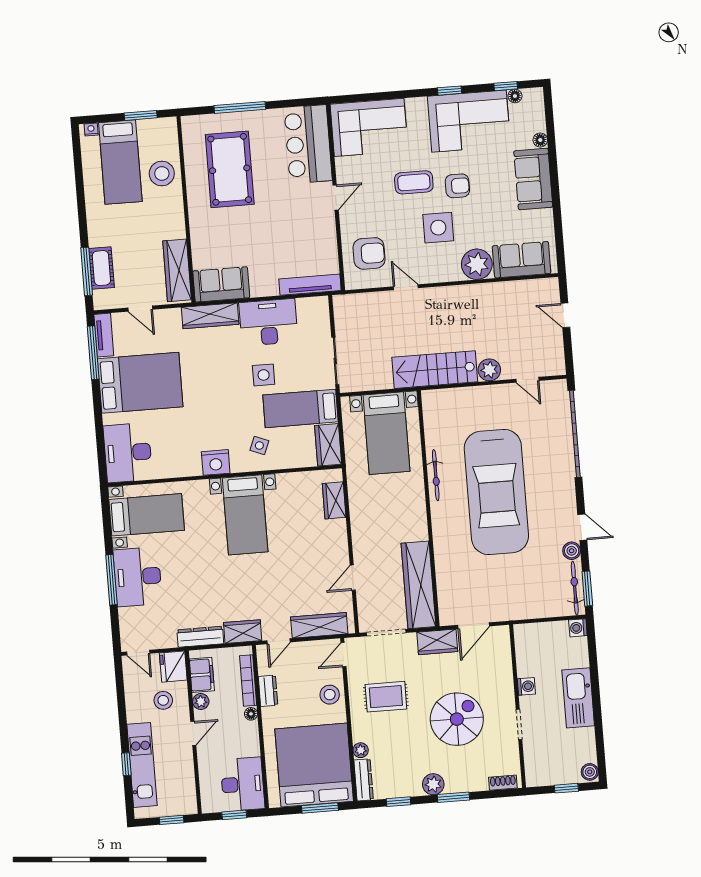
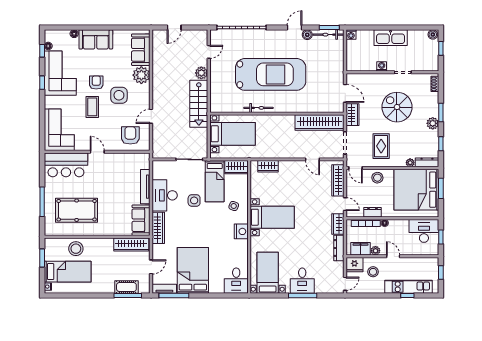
tv unit: (310, 285) -> (145, 187), moved
desk: (128, 453) -> (236, 281), width x0.73
desk: (138, 577) -> (302, 281), width x0.73

